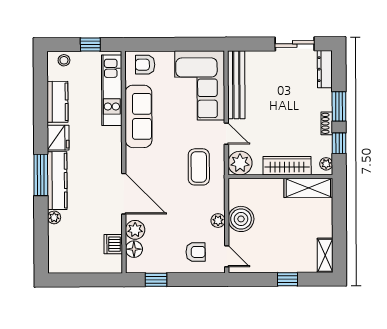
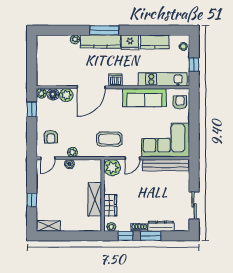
dresser: (325, 69) -> (161, 226), moved
wardrobe: (287, 166) -> (110, 205), width x0.67
shelving: (308, 188) -> (95, 199), moved
boiler: (241, 219) -> (69, 164), width x0.54, depth x0.54
dishwasher: (113, 244) -> (115, 80), moved
plant: (133, 266) -> (41, 93), added

